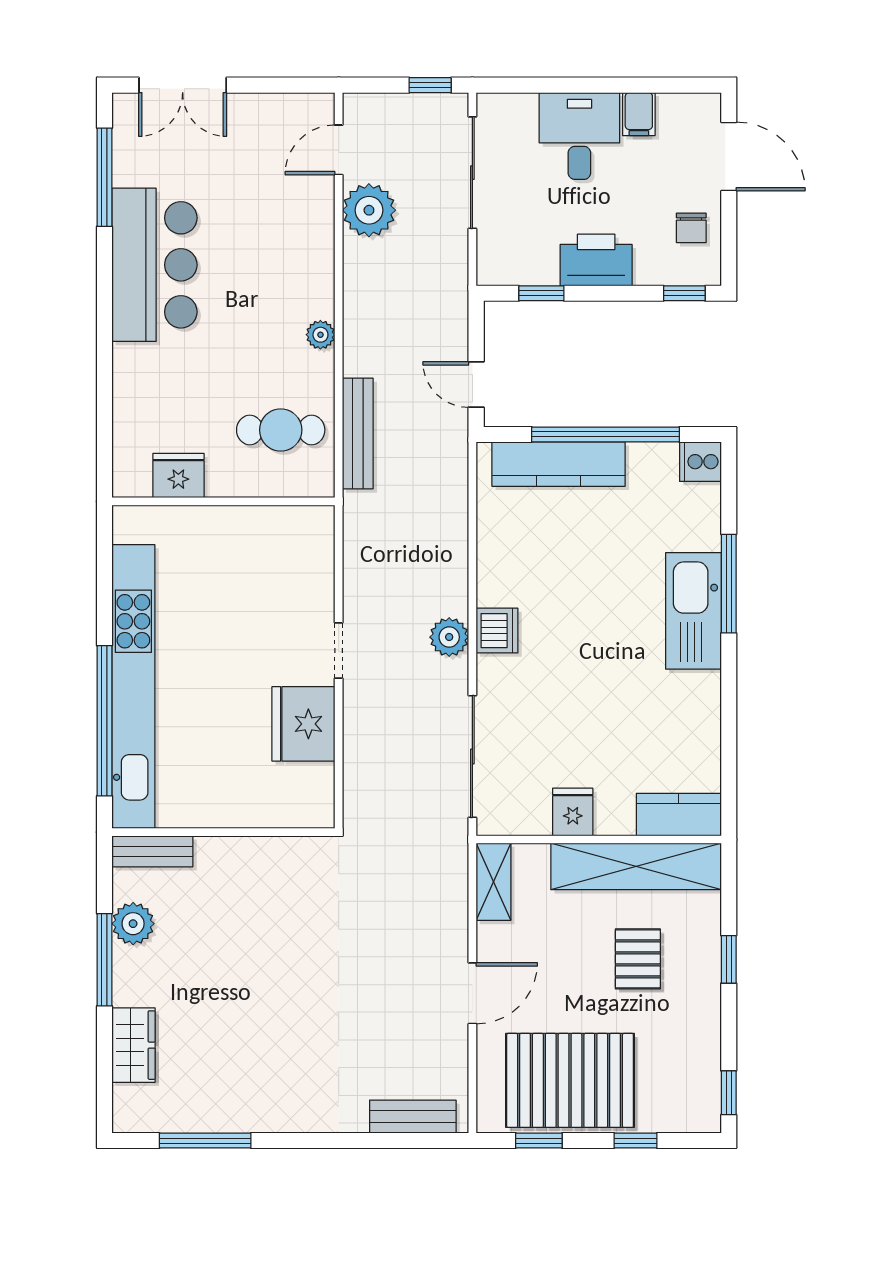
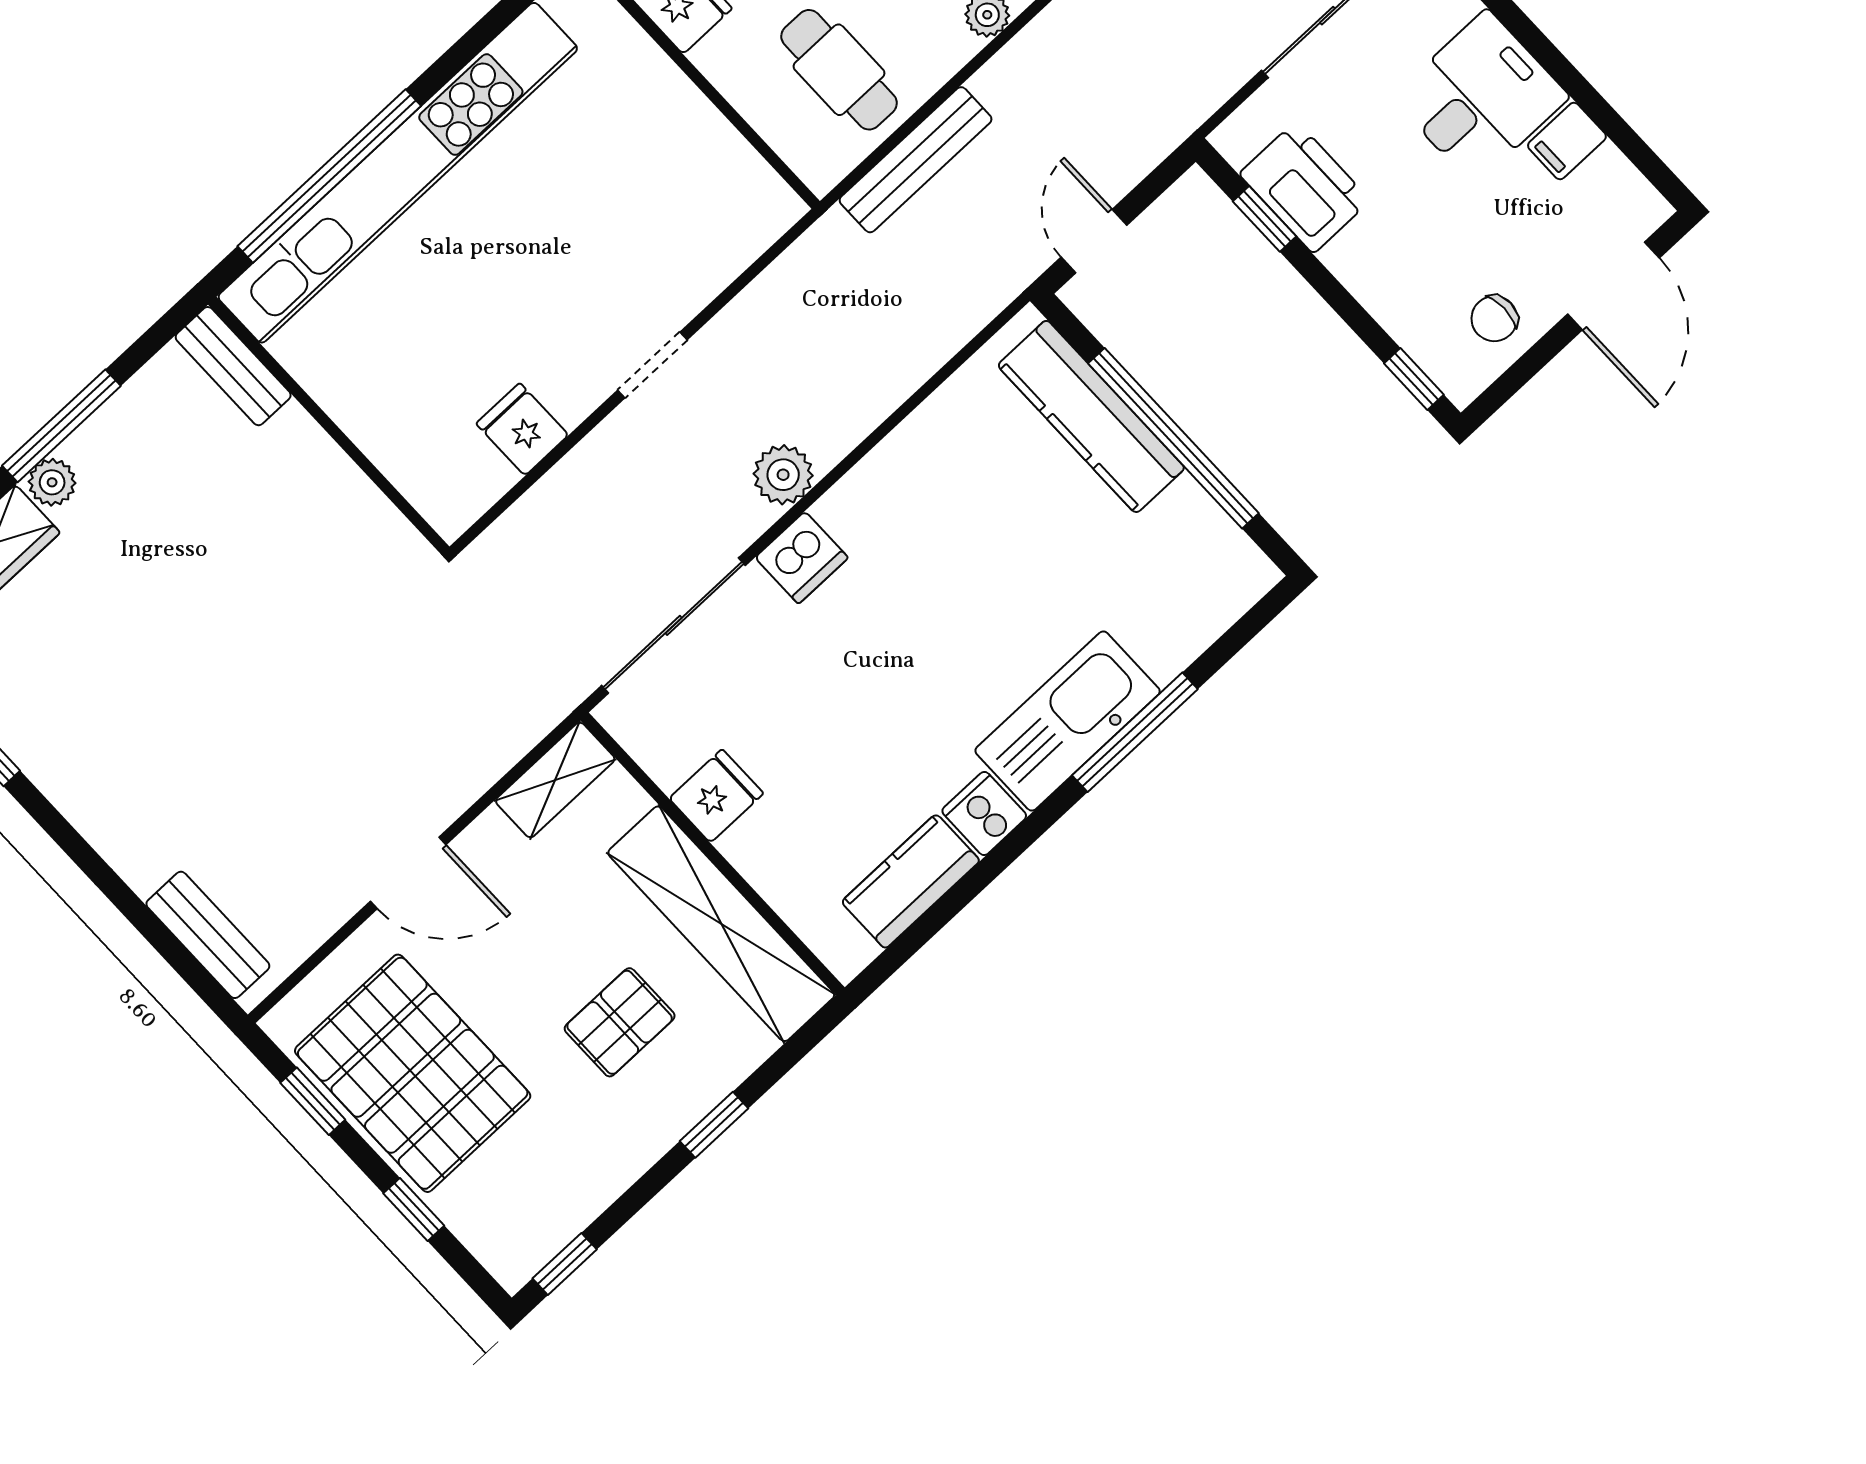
printer: (596, 260) -> (1305, 187), moved
cooker: (700, 462) -> (984, 813), moved
dishwasher: (497, 631) -> (802, 558), moved
fridge: (303, 724) -> (522, 429), width x0.53, depth x0.75
kitchen counter: (679, 815) -> (911, 881), moved, turned -90
plant: (133, 924) -> (52, 482), moved, width x0.73, depth x0.73

